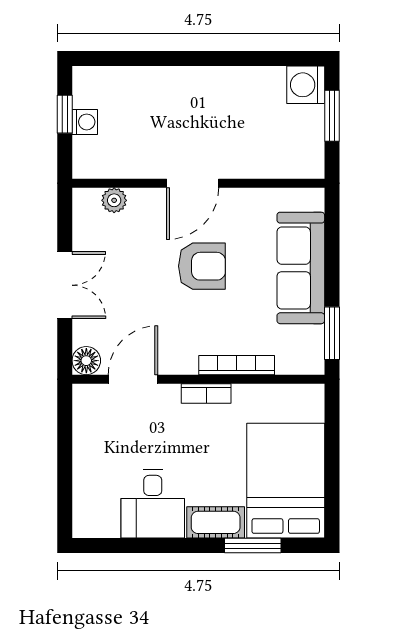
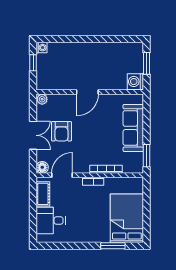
washing machine: (306, 85) -> (135, 82), moved
washing machine: (85, 122) -> (42, 48), moved
plant: (114, 200) -> (42, 99), moved
armchair: (202, 266) -> (61, 131), moved, turned 90
desk: (153, 504) -> (51, 221), moved, turned 90
cot: (216, 522) -> (43, 194), moved, turned 90

